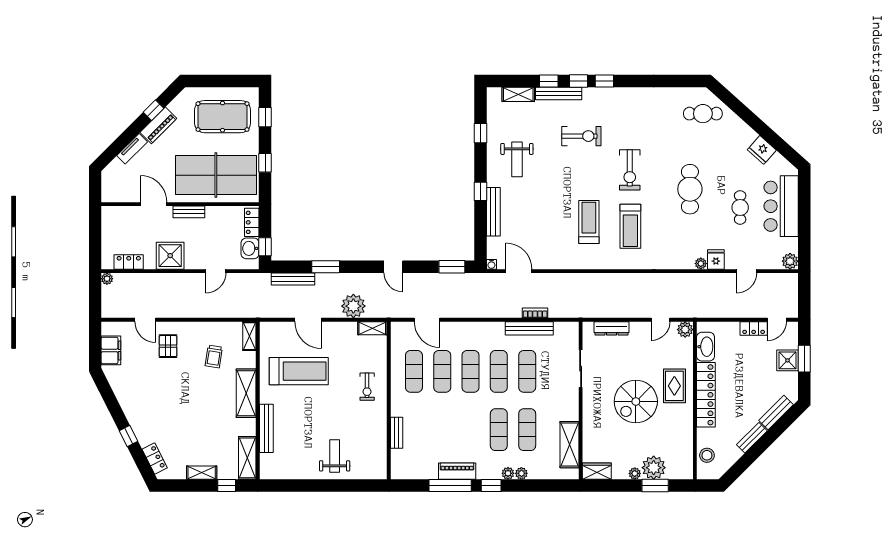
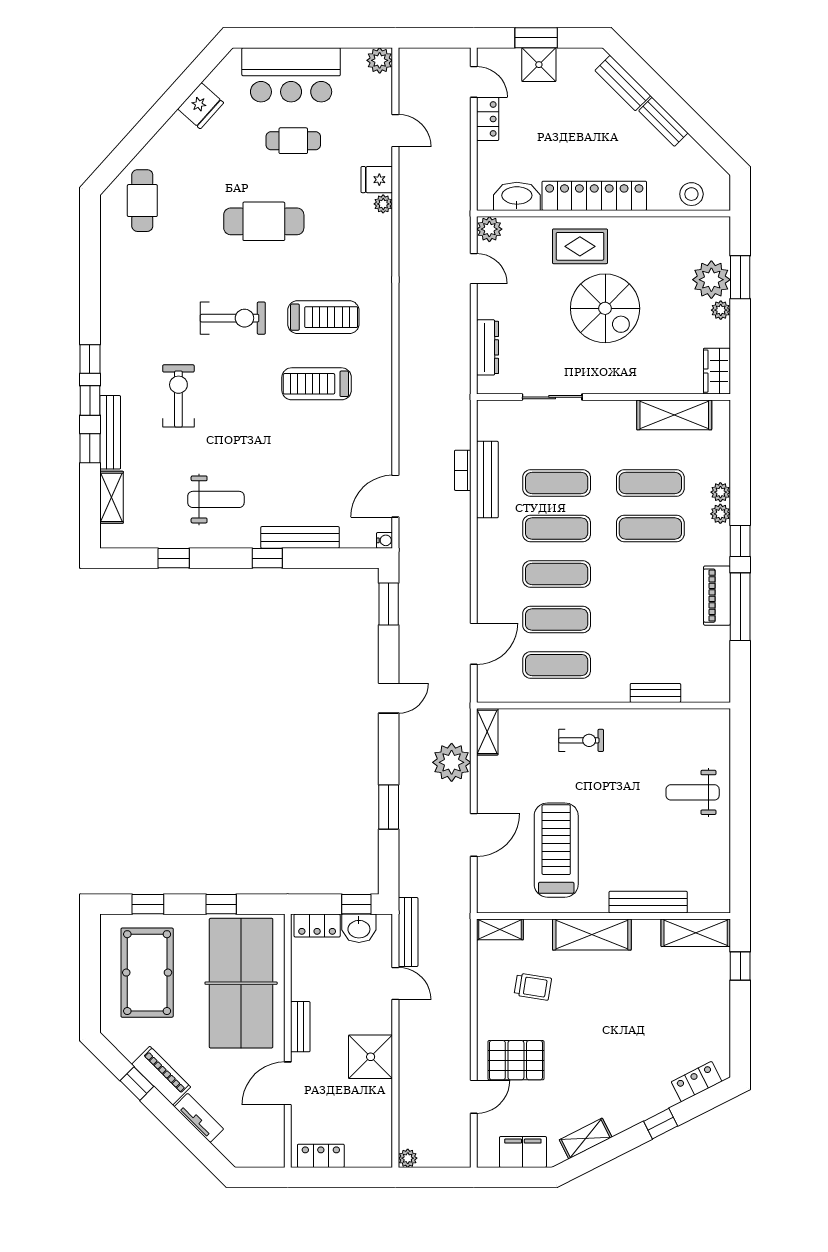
locker: (129, 262) -> (321, 1156), moved, turned 90
bench: (293, 279) -> (408, 932), moved
pallet: (168, 346) -> (516, 1060), width x1.50, depth x1.42
shelving: (202, 473) -> (586, 1138), moved, turned 63

